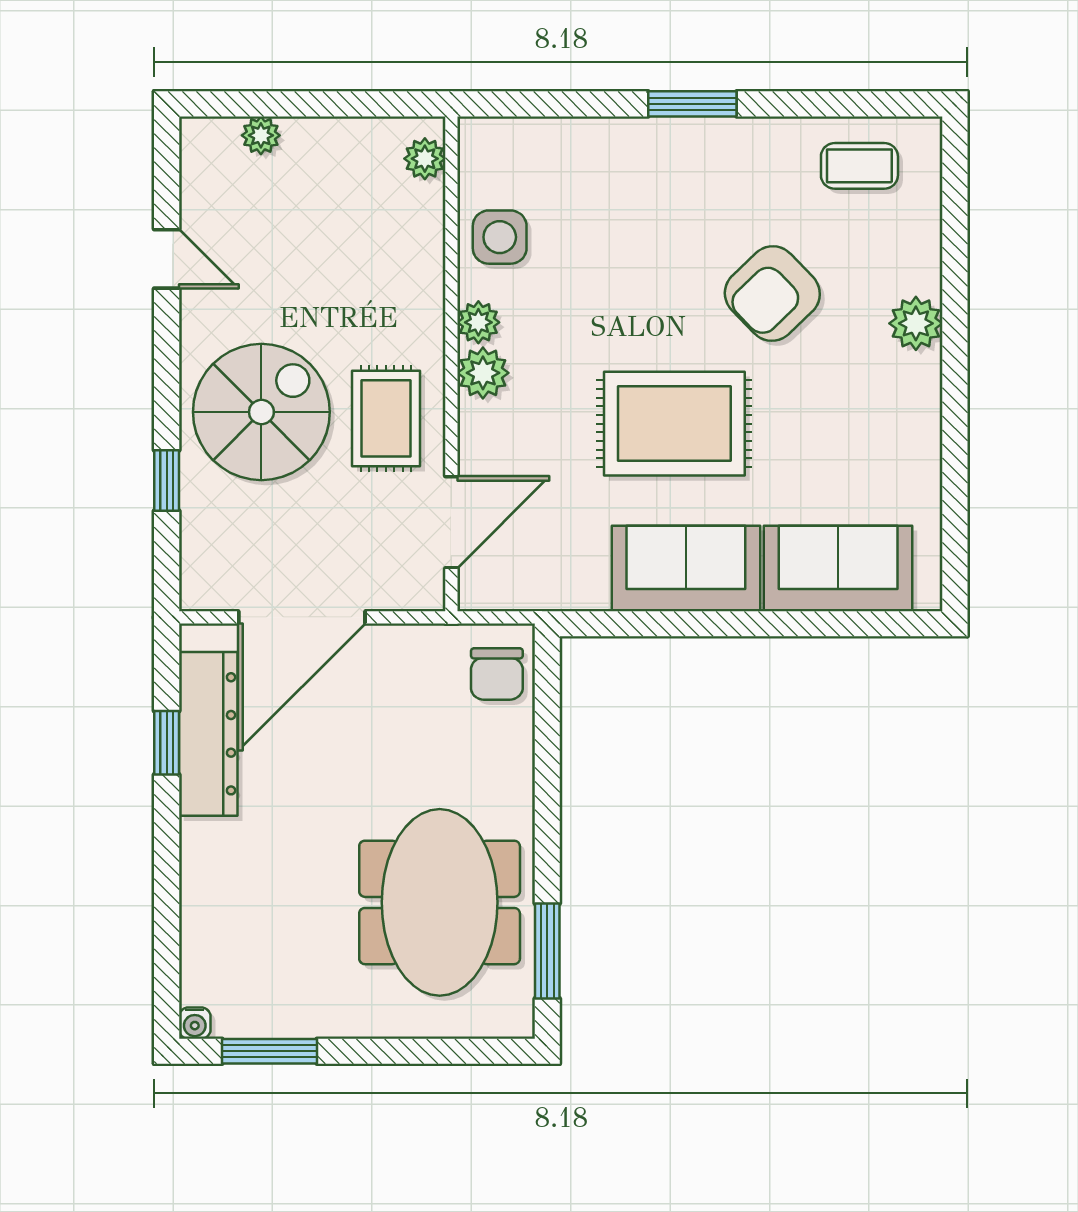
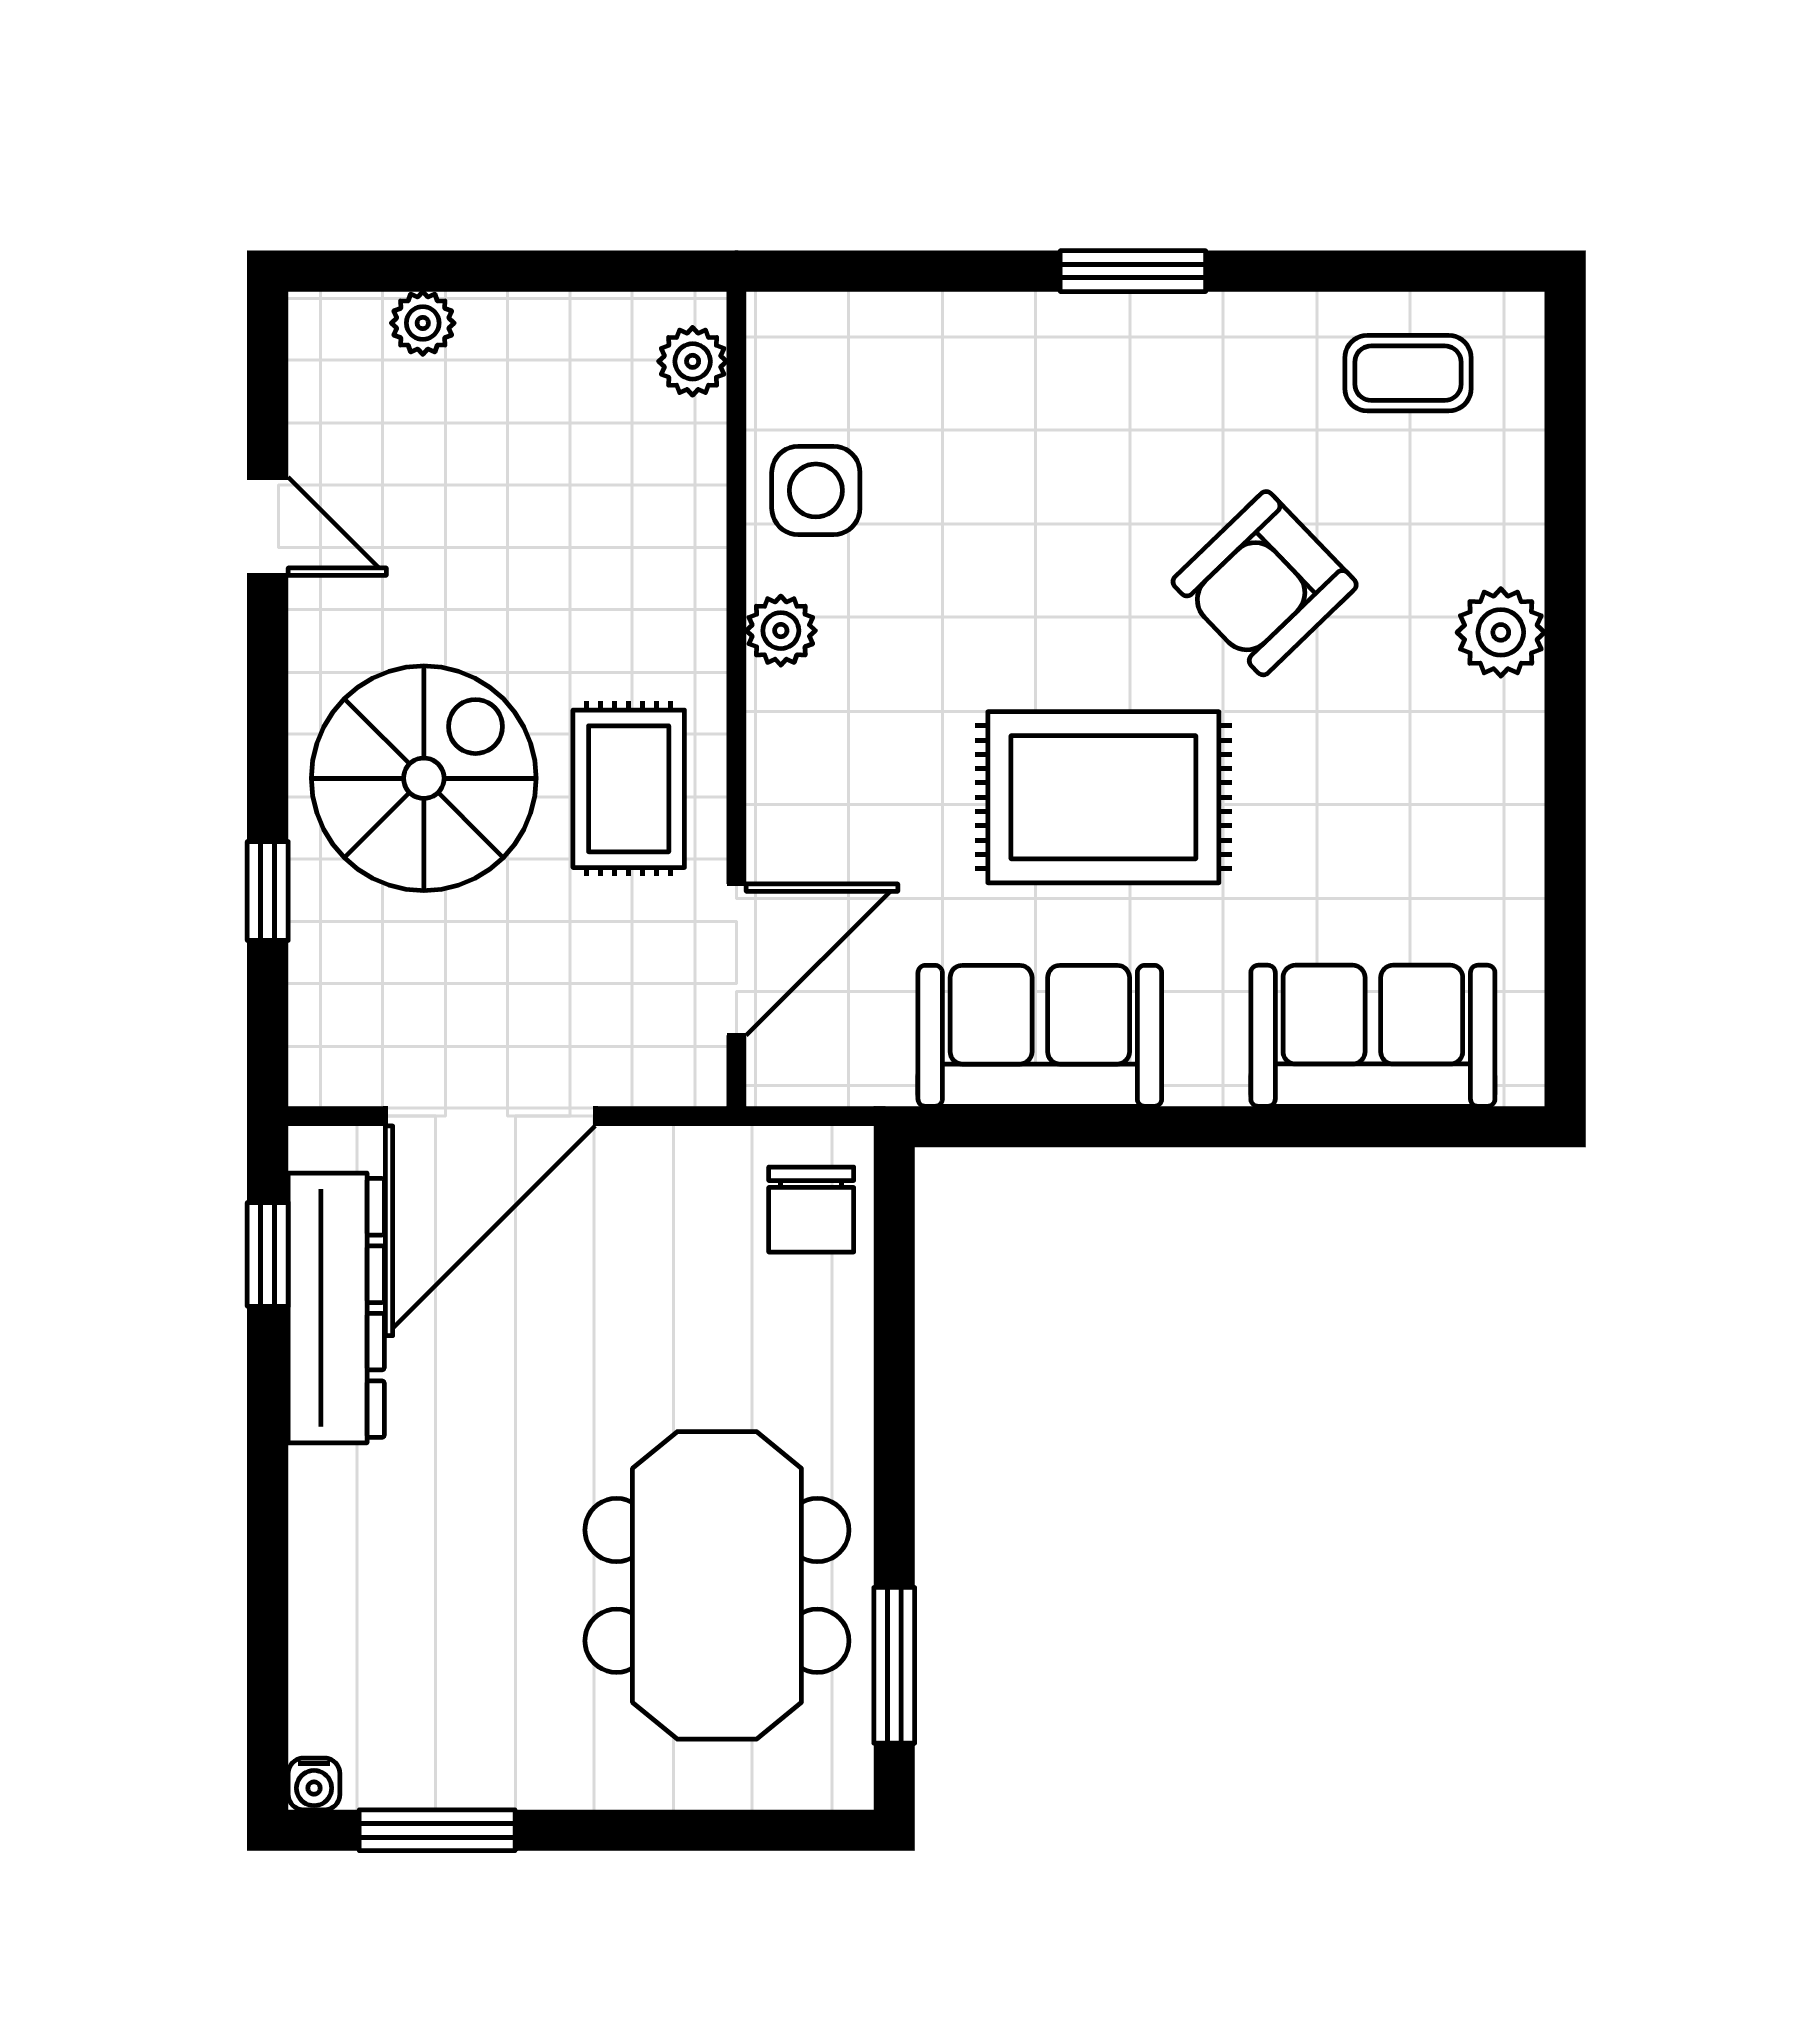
plant: (483, 373) -> (788, 714), removed
sofa: (686, 569) -> (1040, 1036), moved
window: (167, 743) -> (268, 1254), moved

